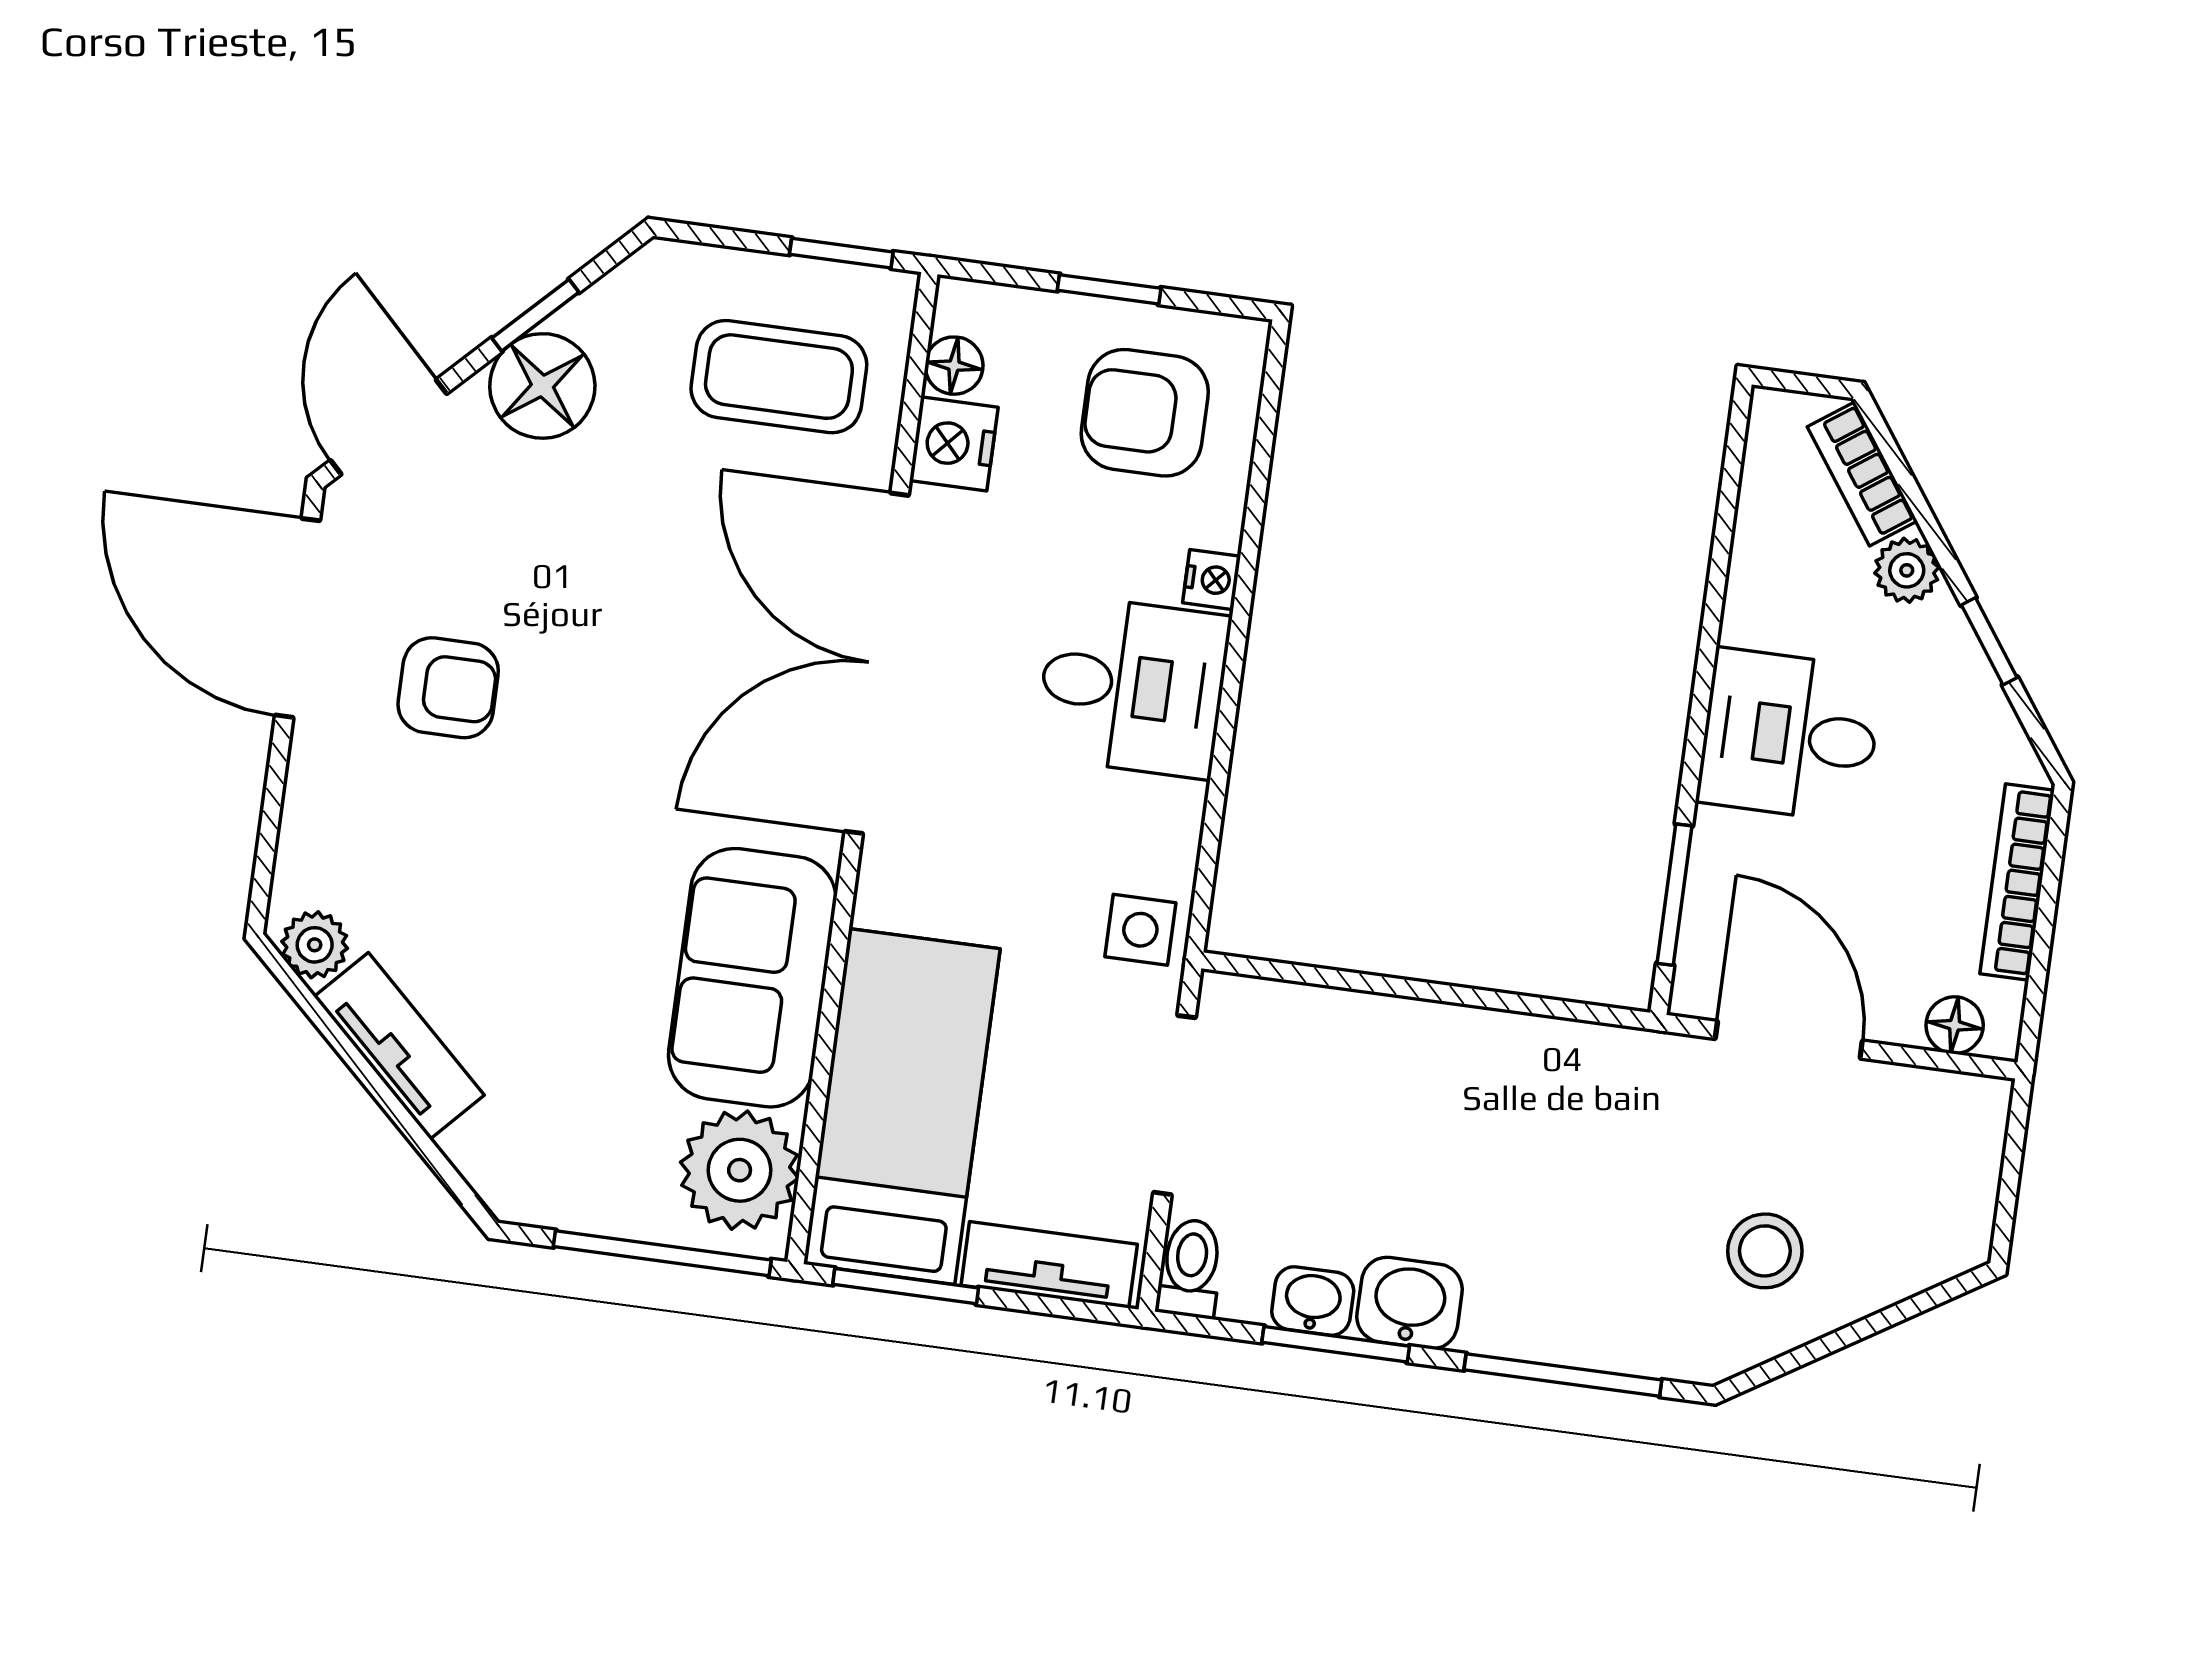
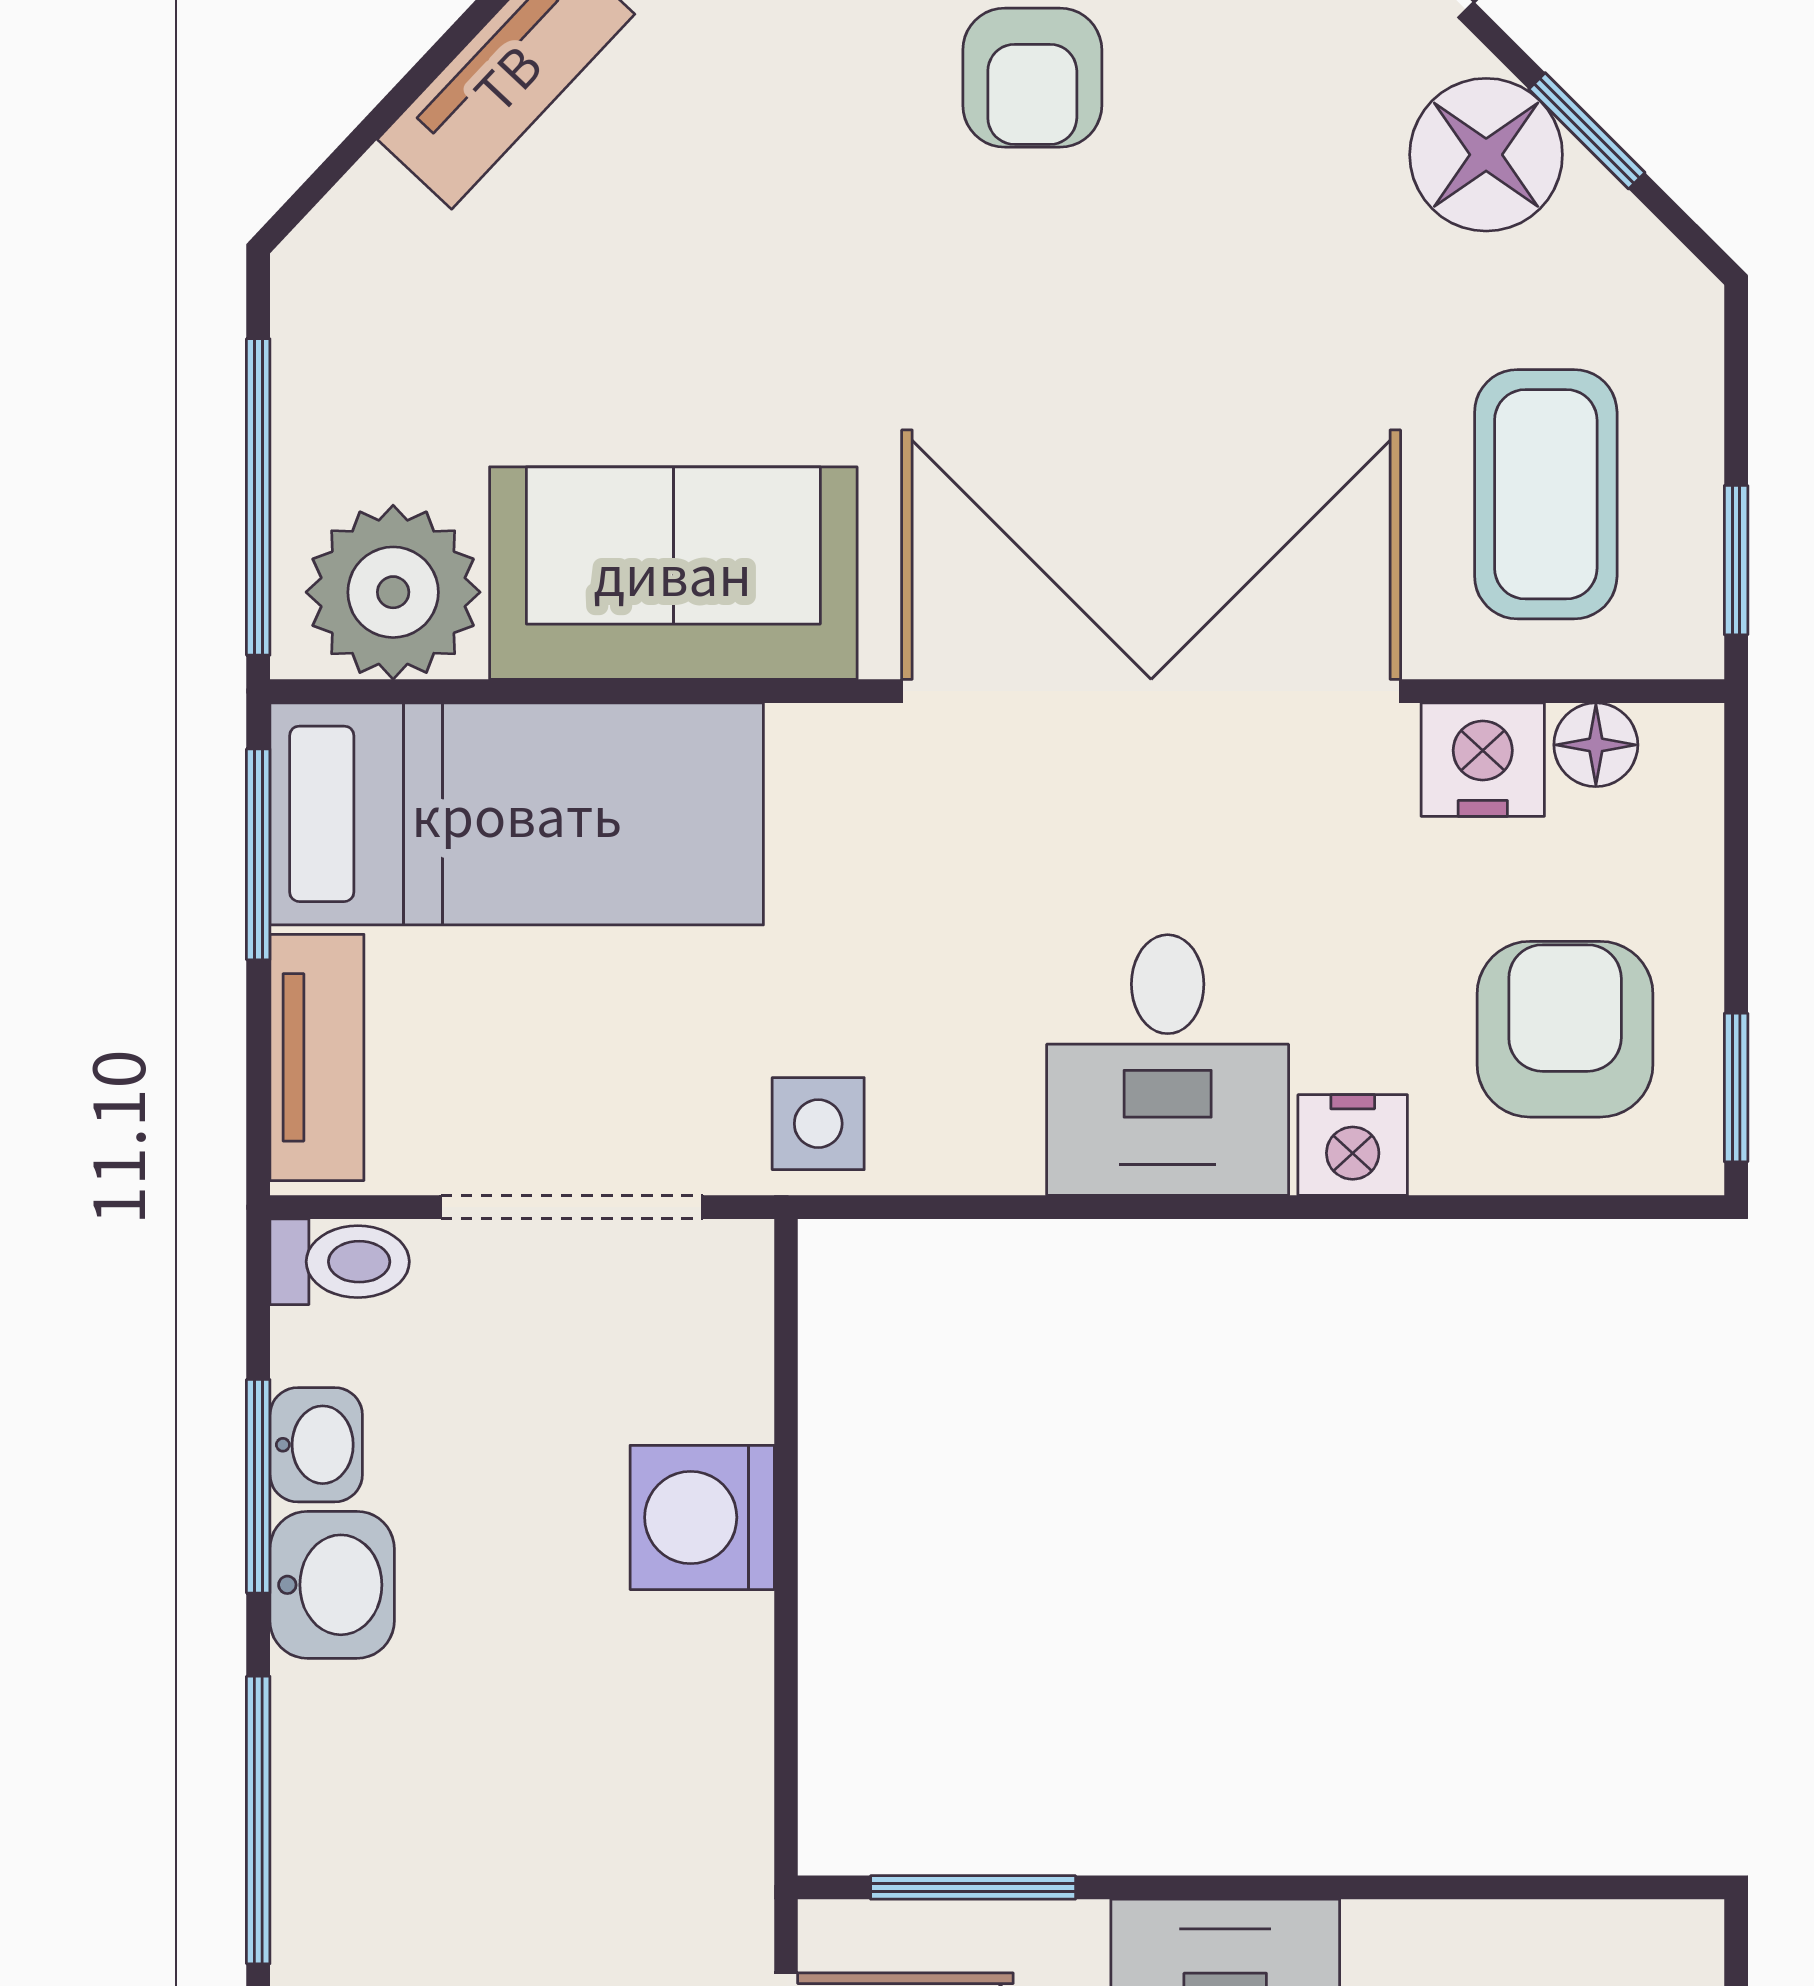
window: (1109, 289) -> (1736, 1087), moved
nightstand: (1212, 580) -> (1353, 1145), width x1.39, depth x1.35
washing machine: (1398, 1045) -> (702, 1517), added

